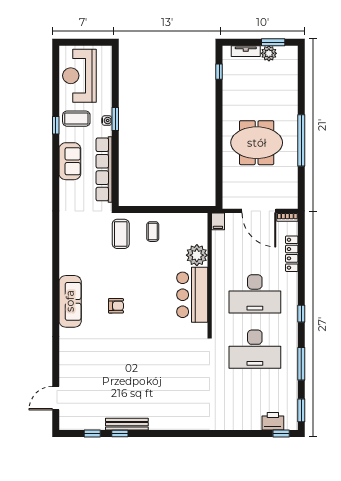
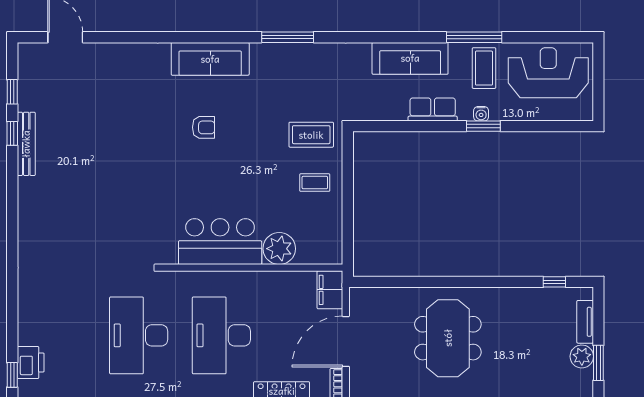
window: (56, 125) -> (474, 37), width x2.17
sofa: (70, 161) -> (410, 58), width x1.36
row of seats: (104, 169) -> (433, 109), width x0.50
filing cabinet: (218, 221) -> (330, 290), width x2.00
window: (56, 250) -> (288, 37), added
armchair: (116, 306) -> (204, 127), turned -90

